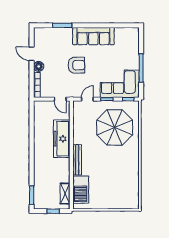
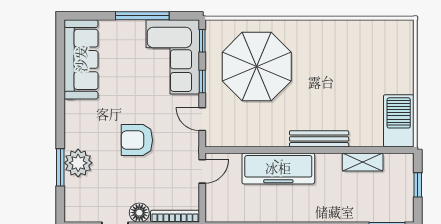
plant: (65, 35) -> (78, 163), added
sofa: (93, 36) -> (81, 59), moved
armchair: (76, 65) -> (137, 140), turned -90
barbecue: (81, 190) -> (399, 121), moved, turned -90
shelving: (65, 194) -> (363, 162), moved

